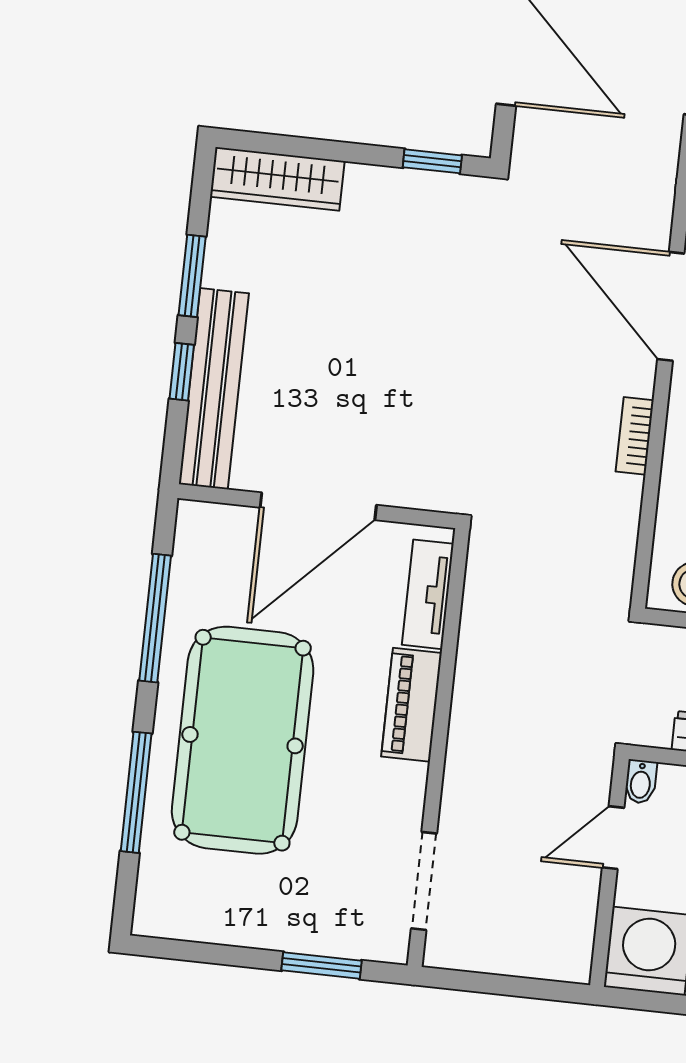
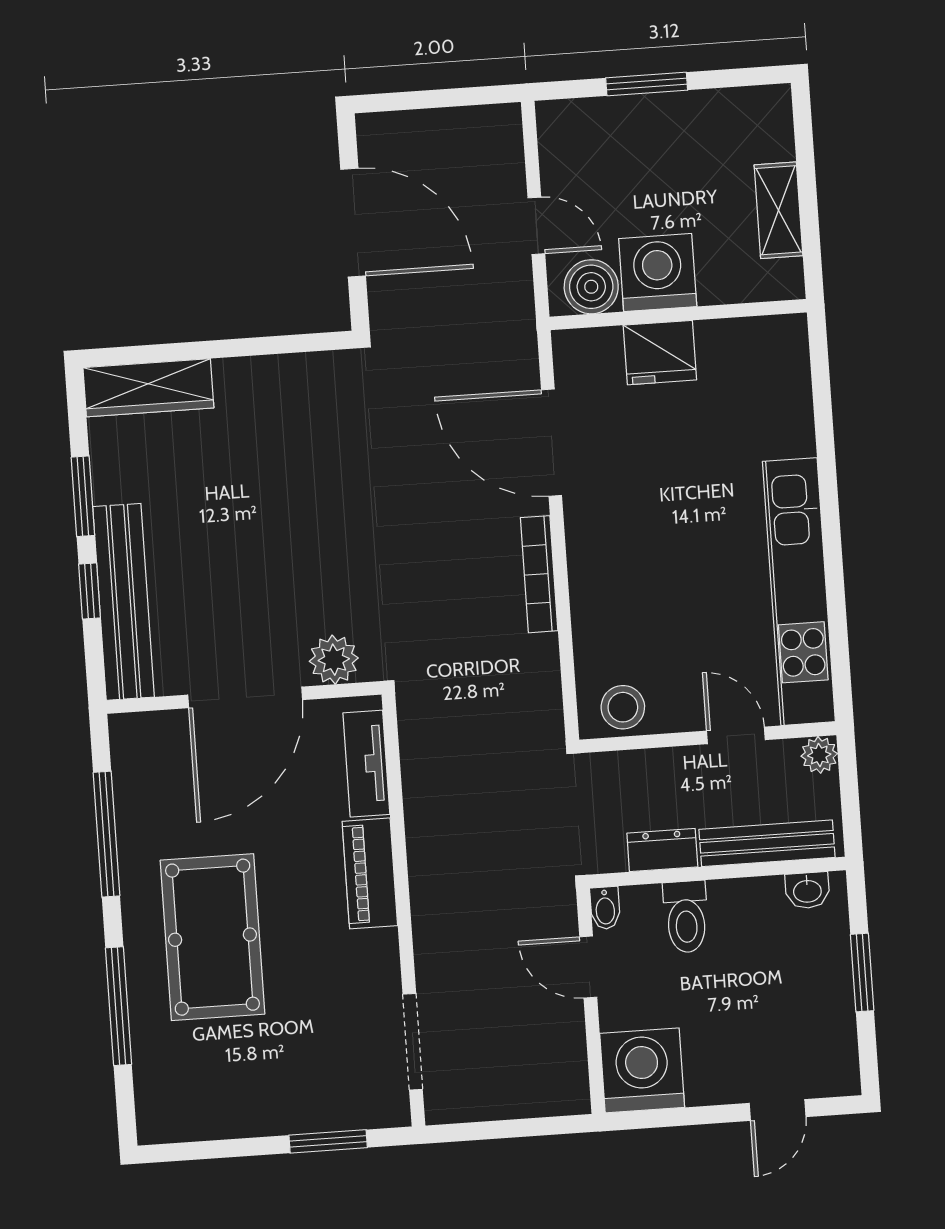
window: (432, 161) -> (295, 344), removed
bookcase: (635, 436) -> (539, 574), width x1.56
plant: (414, 484) -> (334, 660), added
pool table: (243, 740) -> (212, 937), width x0.73, depth x0.76
door: (613, 838) -> (588, 967), hinge flipped

